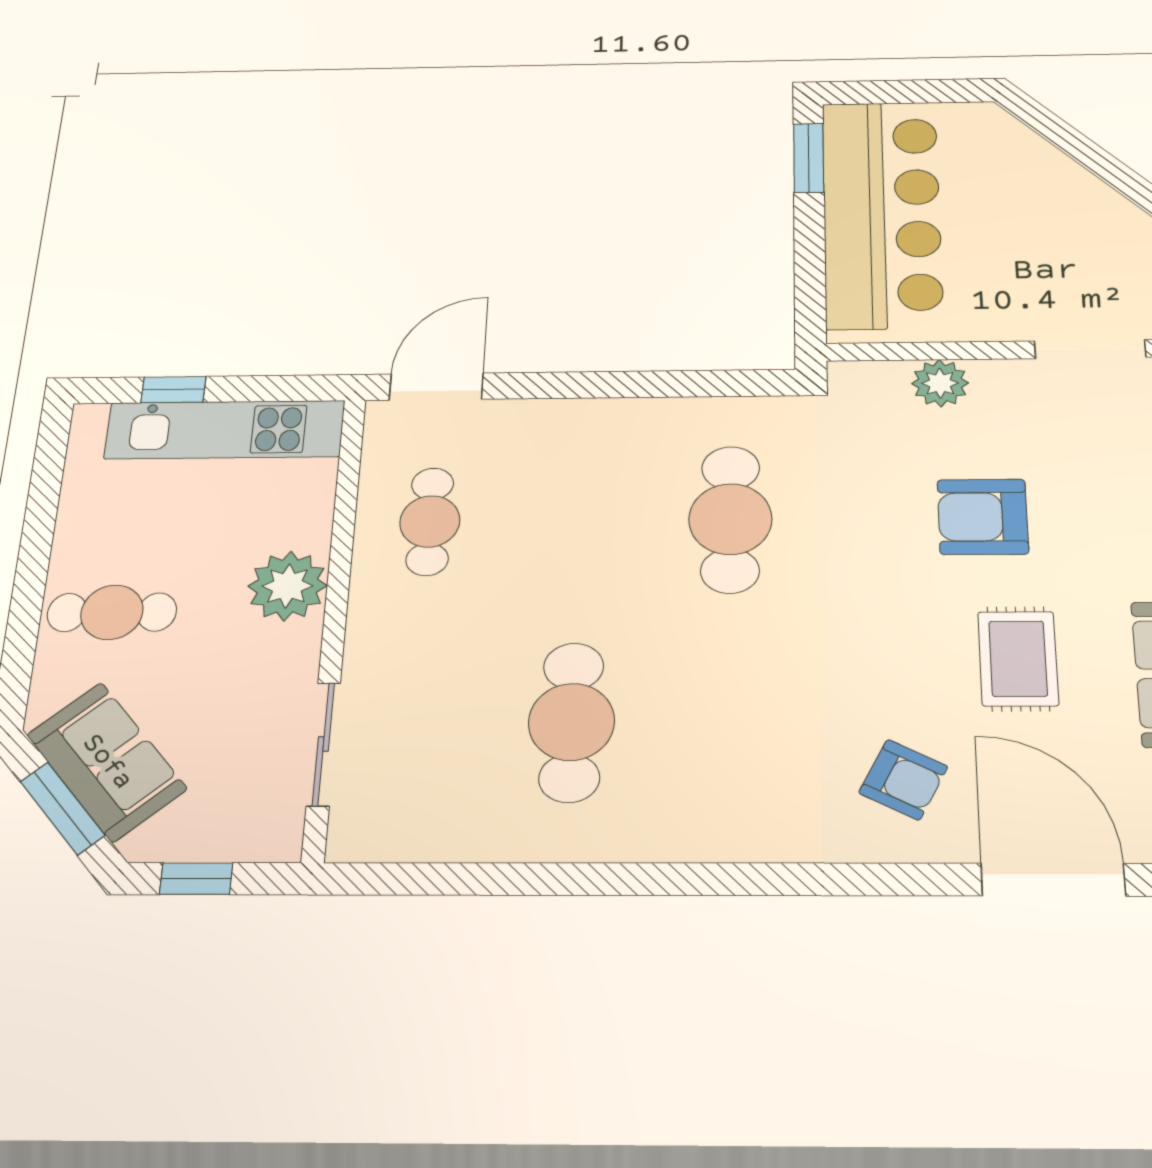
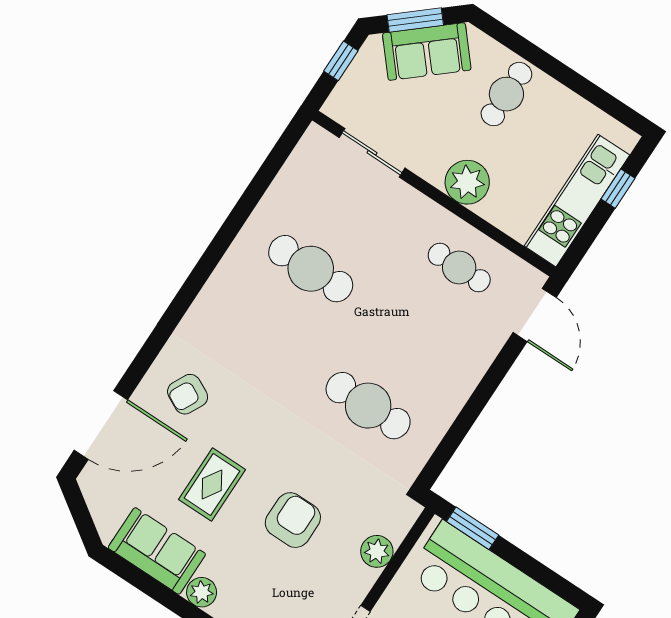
window: (809, 158) -> (473, 528), moved
rug: (1018, 659) -> (212, 485), turned 90

